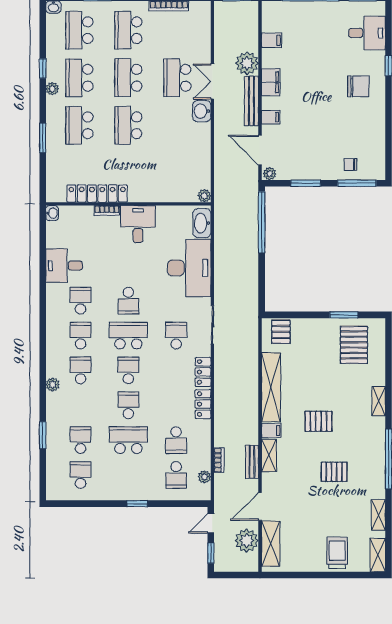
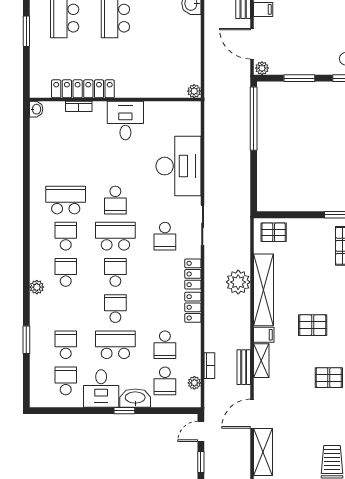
bookcase: (107, 210) -> (79, 106), moved
washbasin: (202, 223) -> (135, 398), moved, turned 90
desk: (64, 266) -> (101, 388), moved, turned -90
school desk: (81, 301) -> (66, 200), width x1.85
pallet: (281, 332) -> (274, 232), turned 90
school desk: (176, 336) -> (165, 236), turned 180
plant: (247, 541) -> (238, 282), moved

